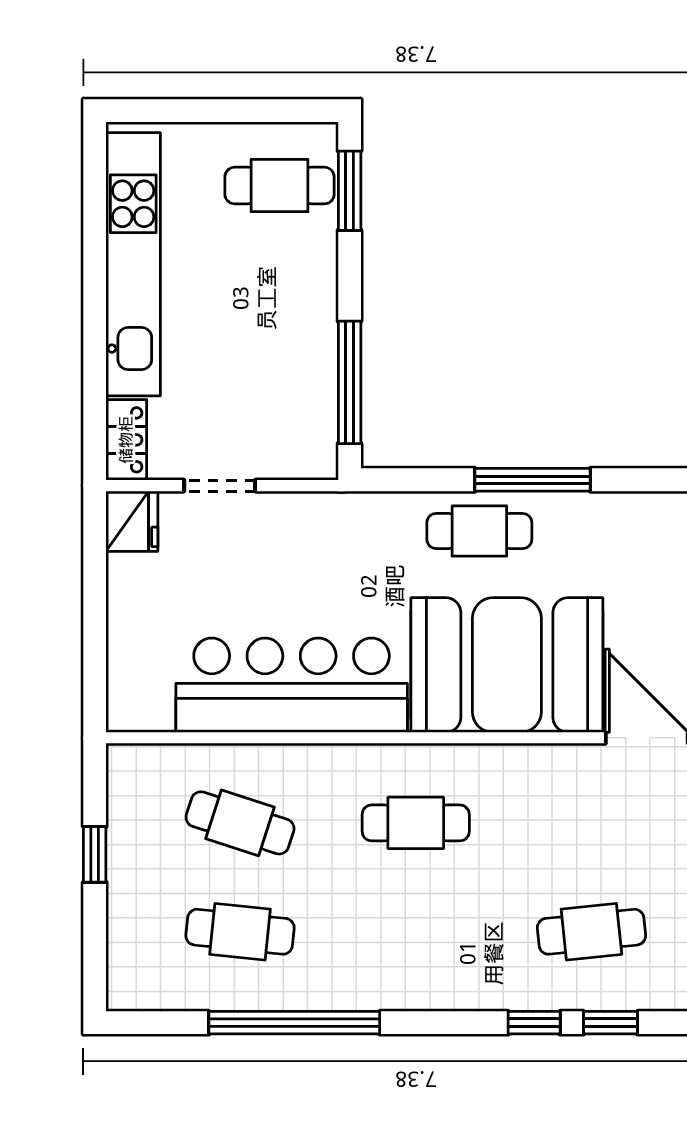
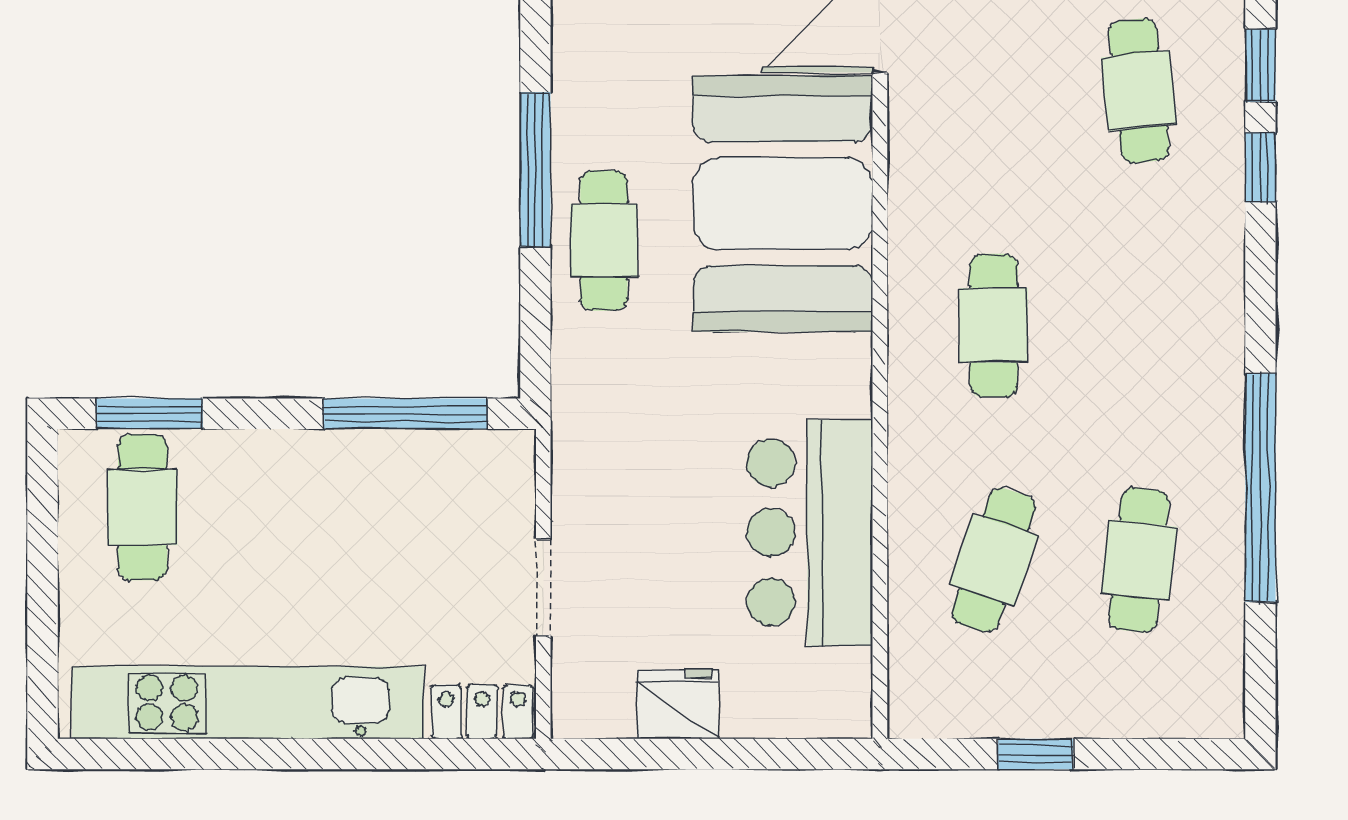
fridge: (132, 521) -> (678, 704), moved
bar counter: (292, 685) -> (810, 532), width x0.73

